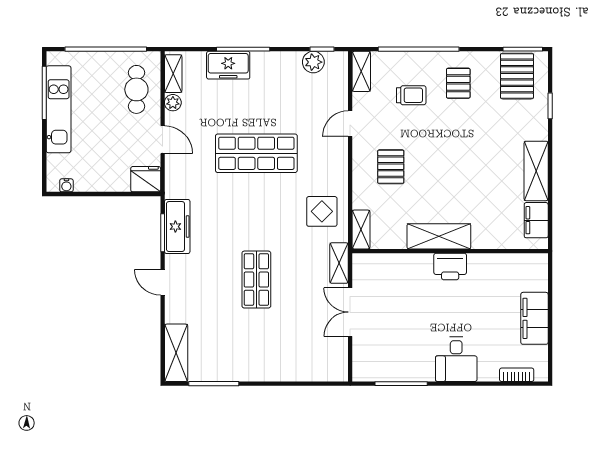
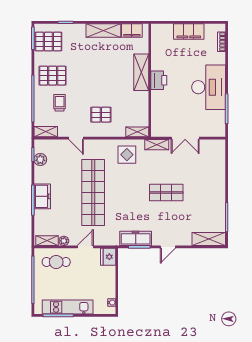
freezer: (228, 65) -> (42, 196), moved
pallet: (458, 83) -> (53, 76), width x1.50, depth x1.42
shop shelf: (256, 153) -> (93, 193), width x1.40
shelving: (439, 236) -> (141, 72), moved
desk: (456, 359) -> (209, 87), width x1.87, depth x1.30

